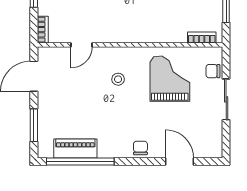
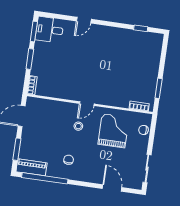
door: (82, 45) -> (87, 104), moved
sliding door: (226, 99) -> (147, 169), moved
piano: (75, 148) -> (32, 167), moved
chair: (140, 148) -> (69, 160), moved

